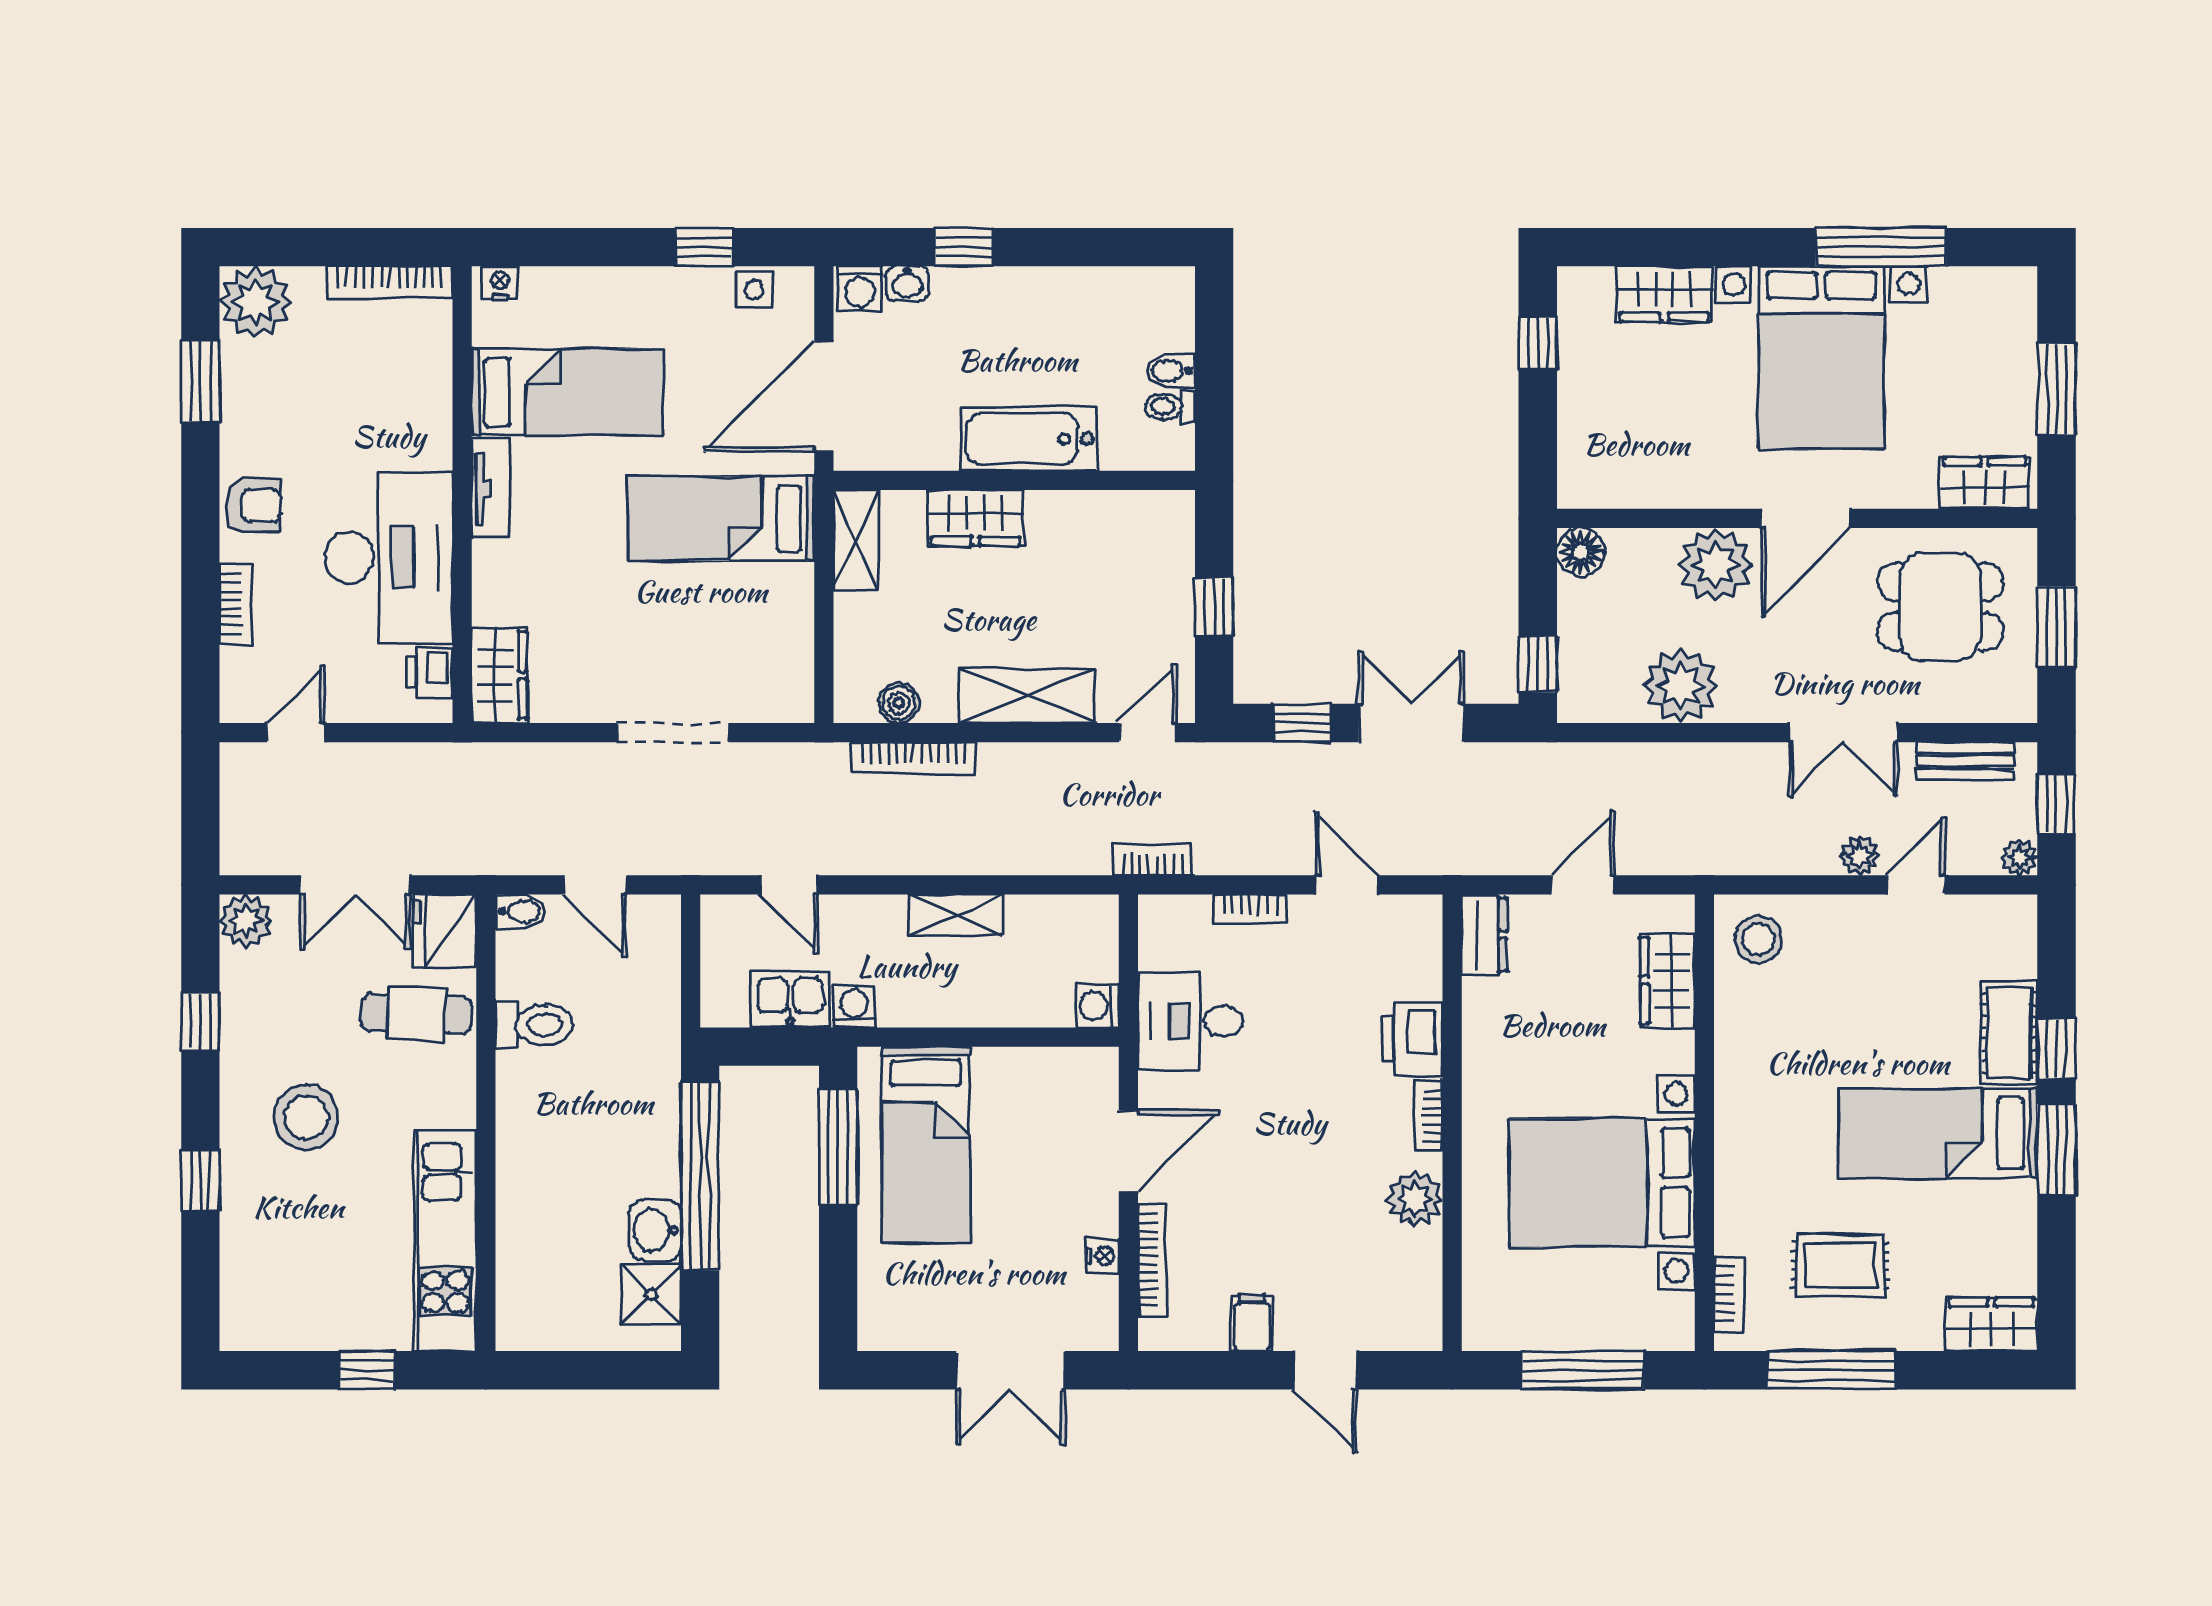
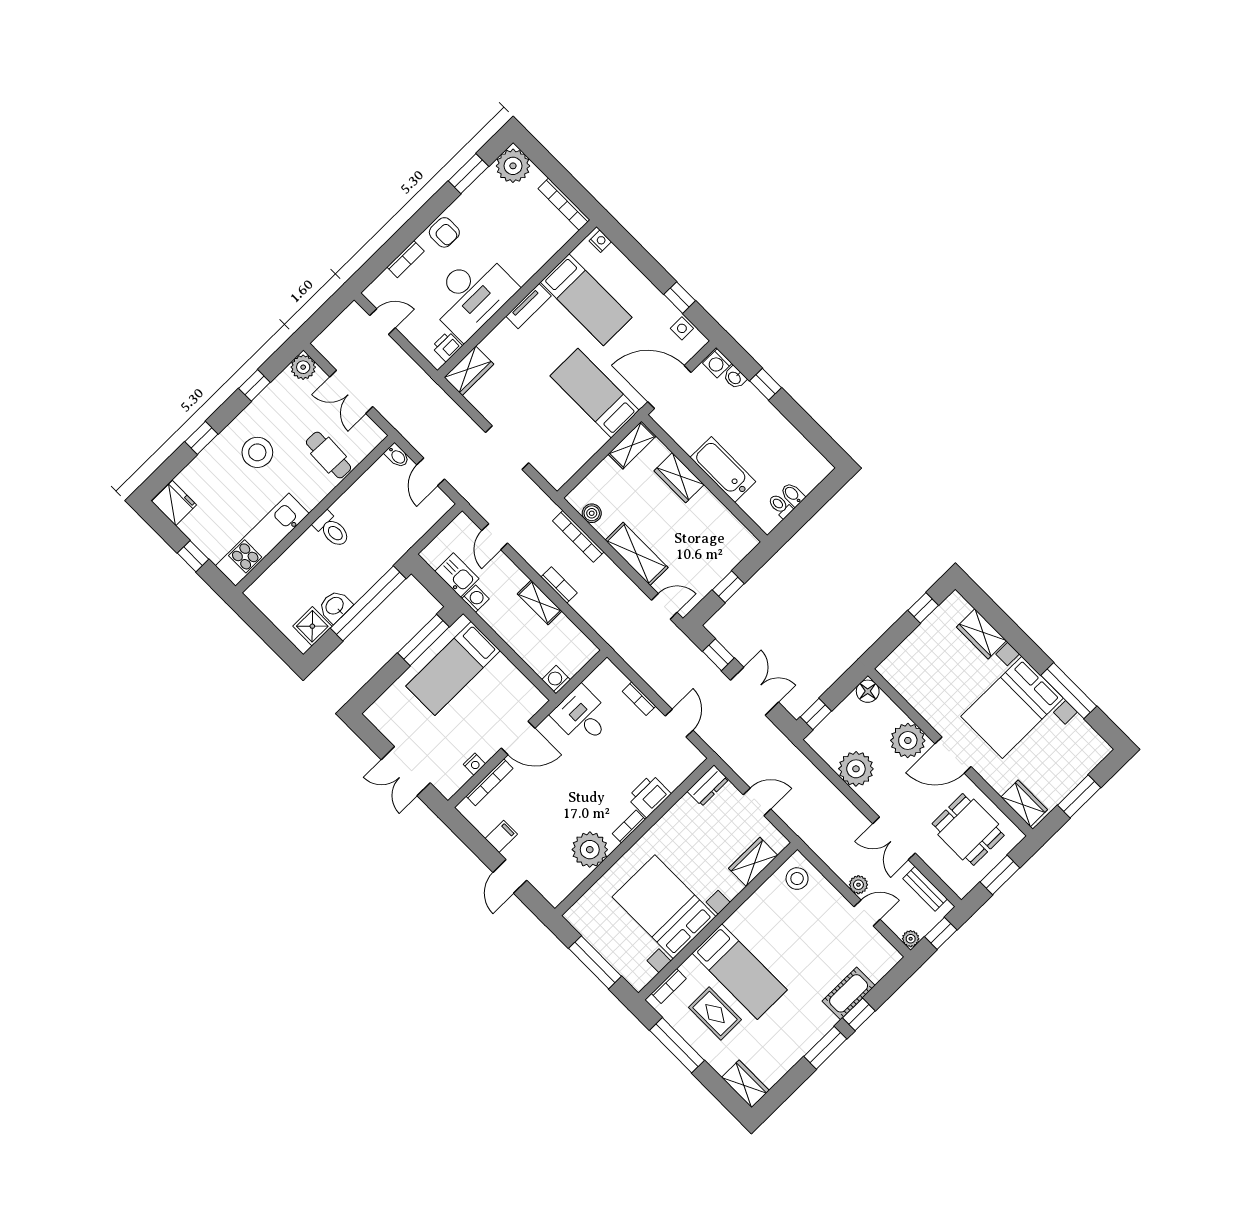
bookcase: (1153, 860) -> (559, 585), moved
fridge: (445, 931) -> (174, 503), moved, turned 90
toilet: (534, 1025) -> (332, 530), moved
bed: (1938, 1133) -> (740, 972), moved, turned 180
plant: (1415, 1199) -> (590, 850), width x1.36, depth x1.36

